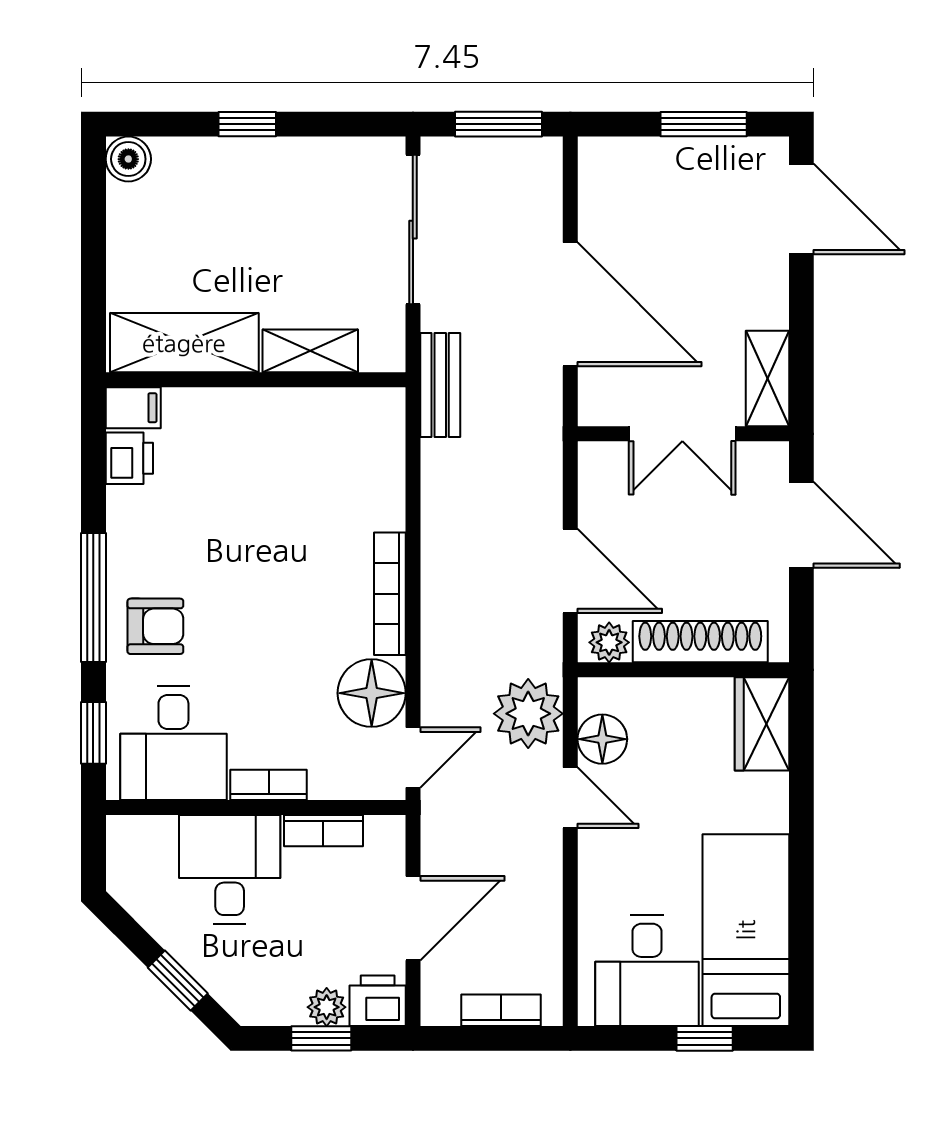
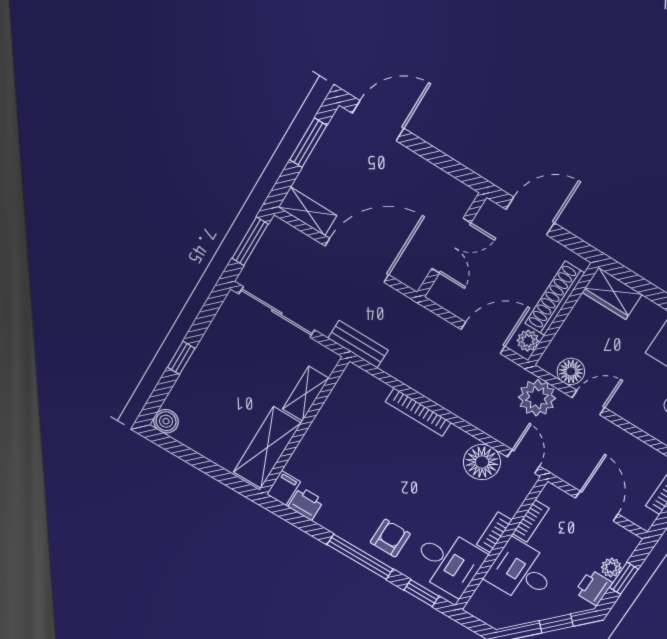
shelving: (767, 379) -> (308, 211), moved
bookcase: (390, 594) -> (418, 412), moved
printer: (378, 1001) -> (594, 588), moved

